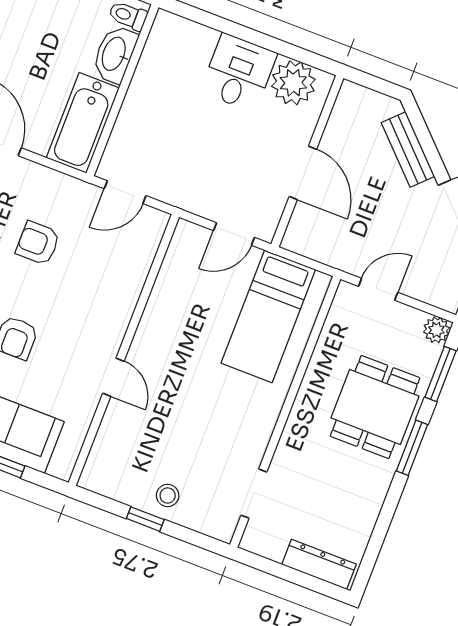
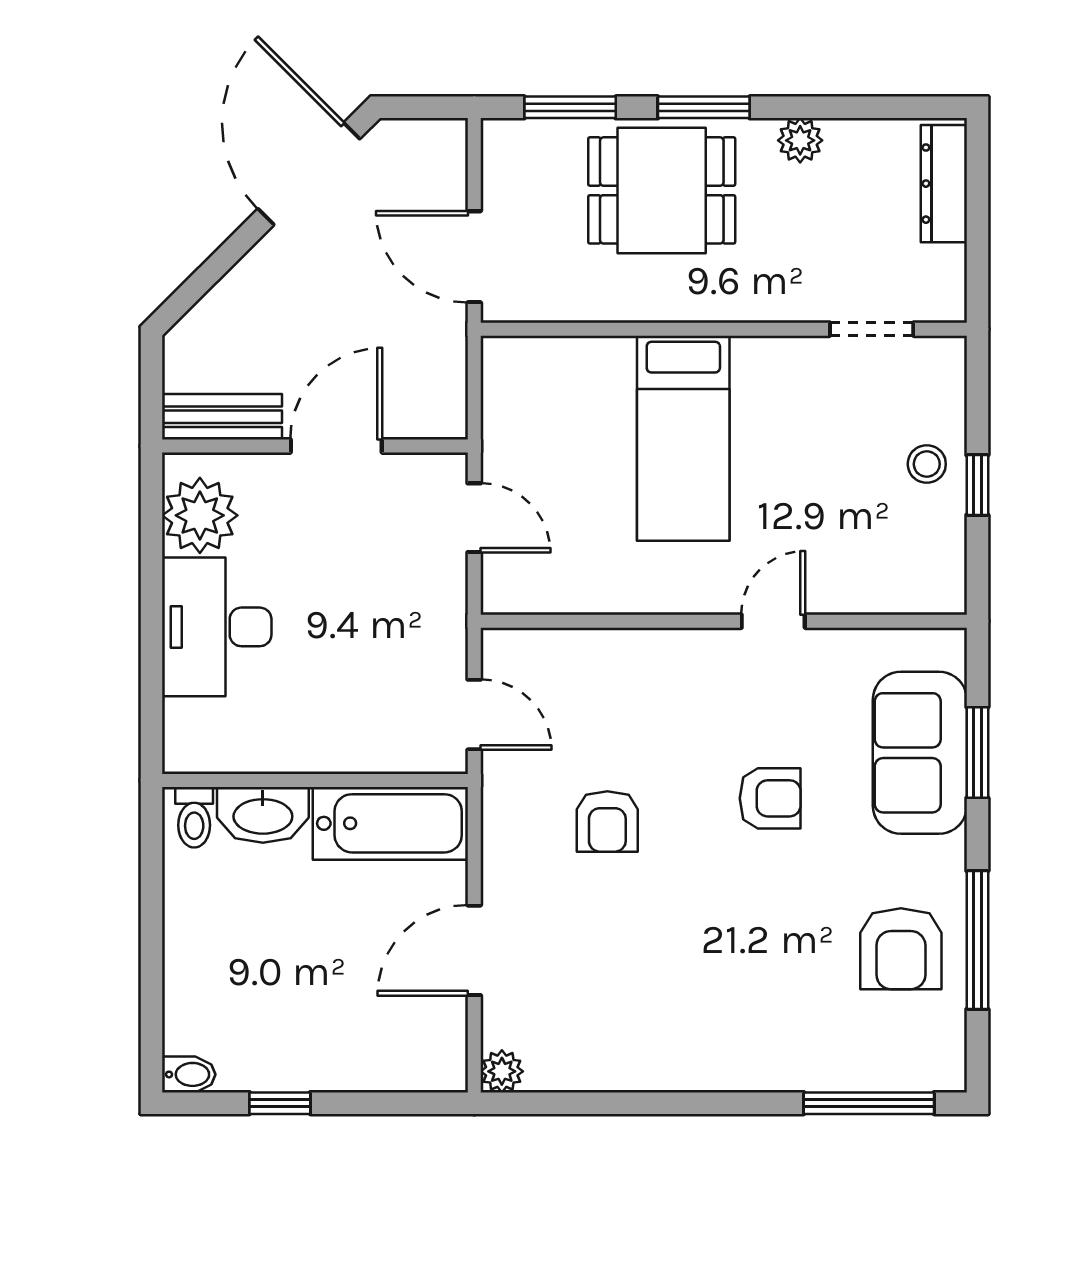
desk: (239, 72) -> (217, 627), width x1.37
bench: (408, 149) -> (222, 417), moved, turned 45
door: (378, 289) -> (474, 257), width x1.38
bed: (268, 316) -> (683, 438), moved, turned 90
plant: (436, 330) -> (800, 140), moved

